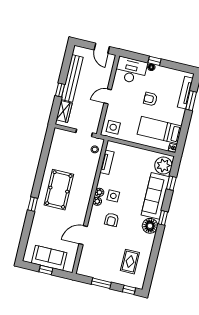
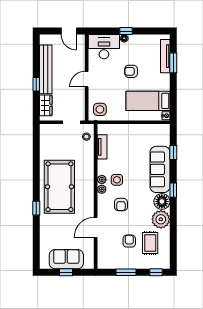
plant: (163, 165) -> (161, 219), moved
pool table: (59, 190) -> (59, 187), width x1.36, depth x1.32
armchair: (111, 255) -> (129, 241), added

